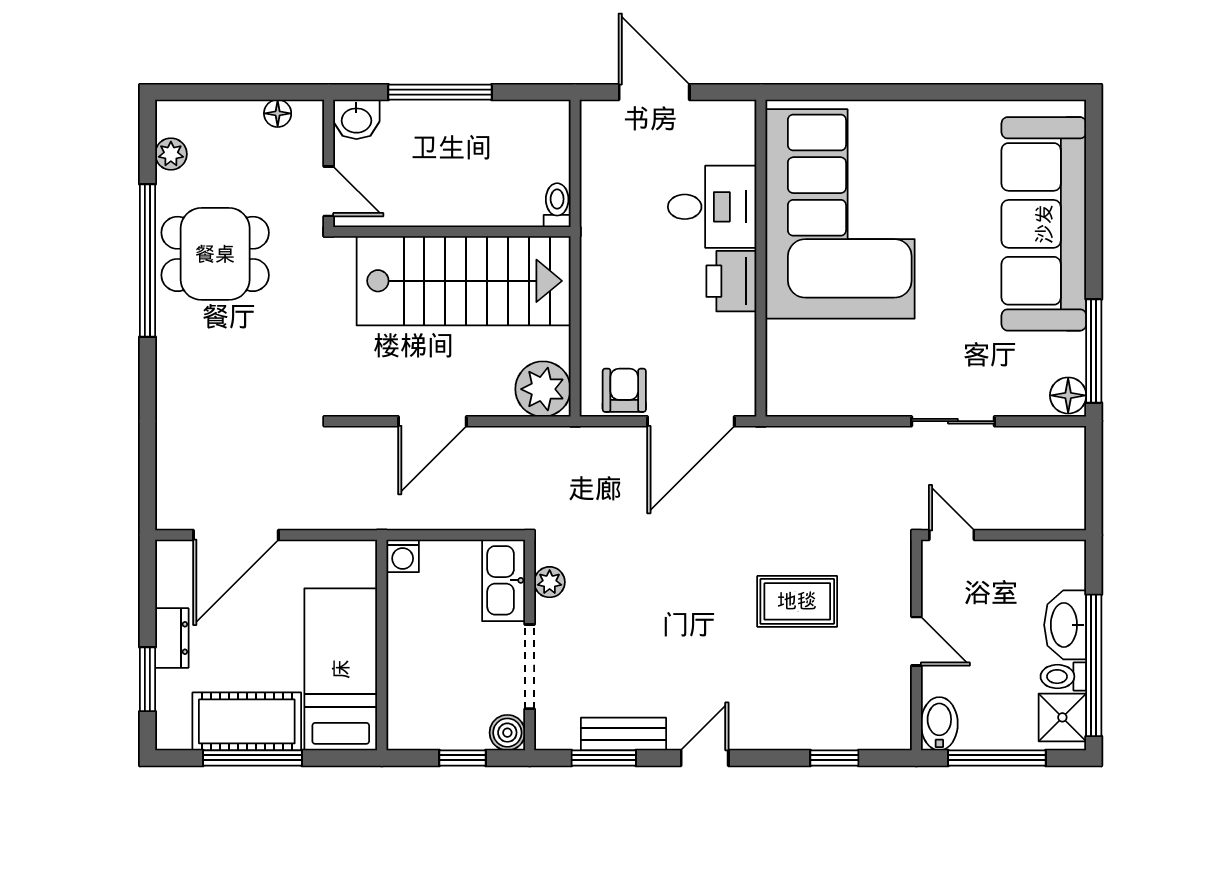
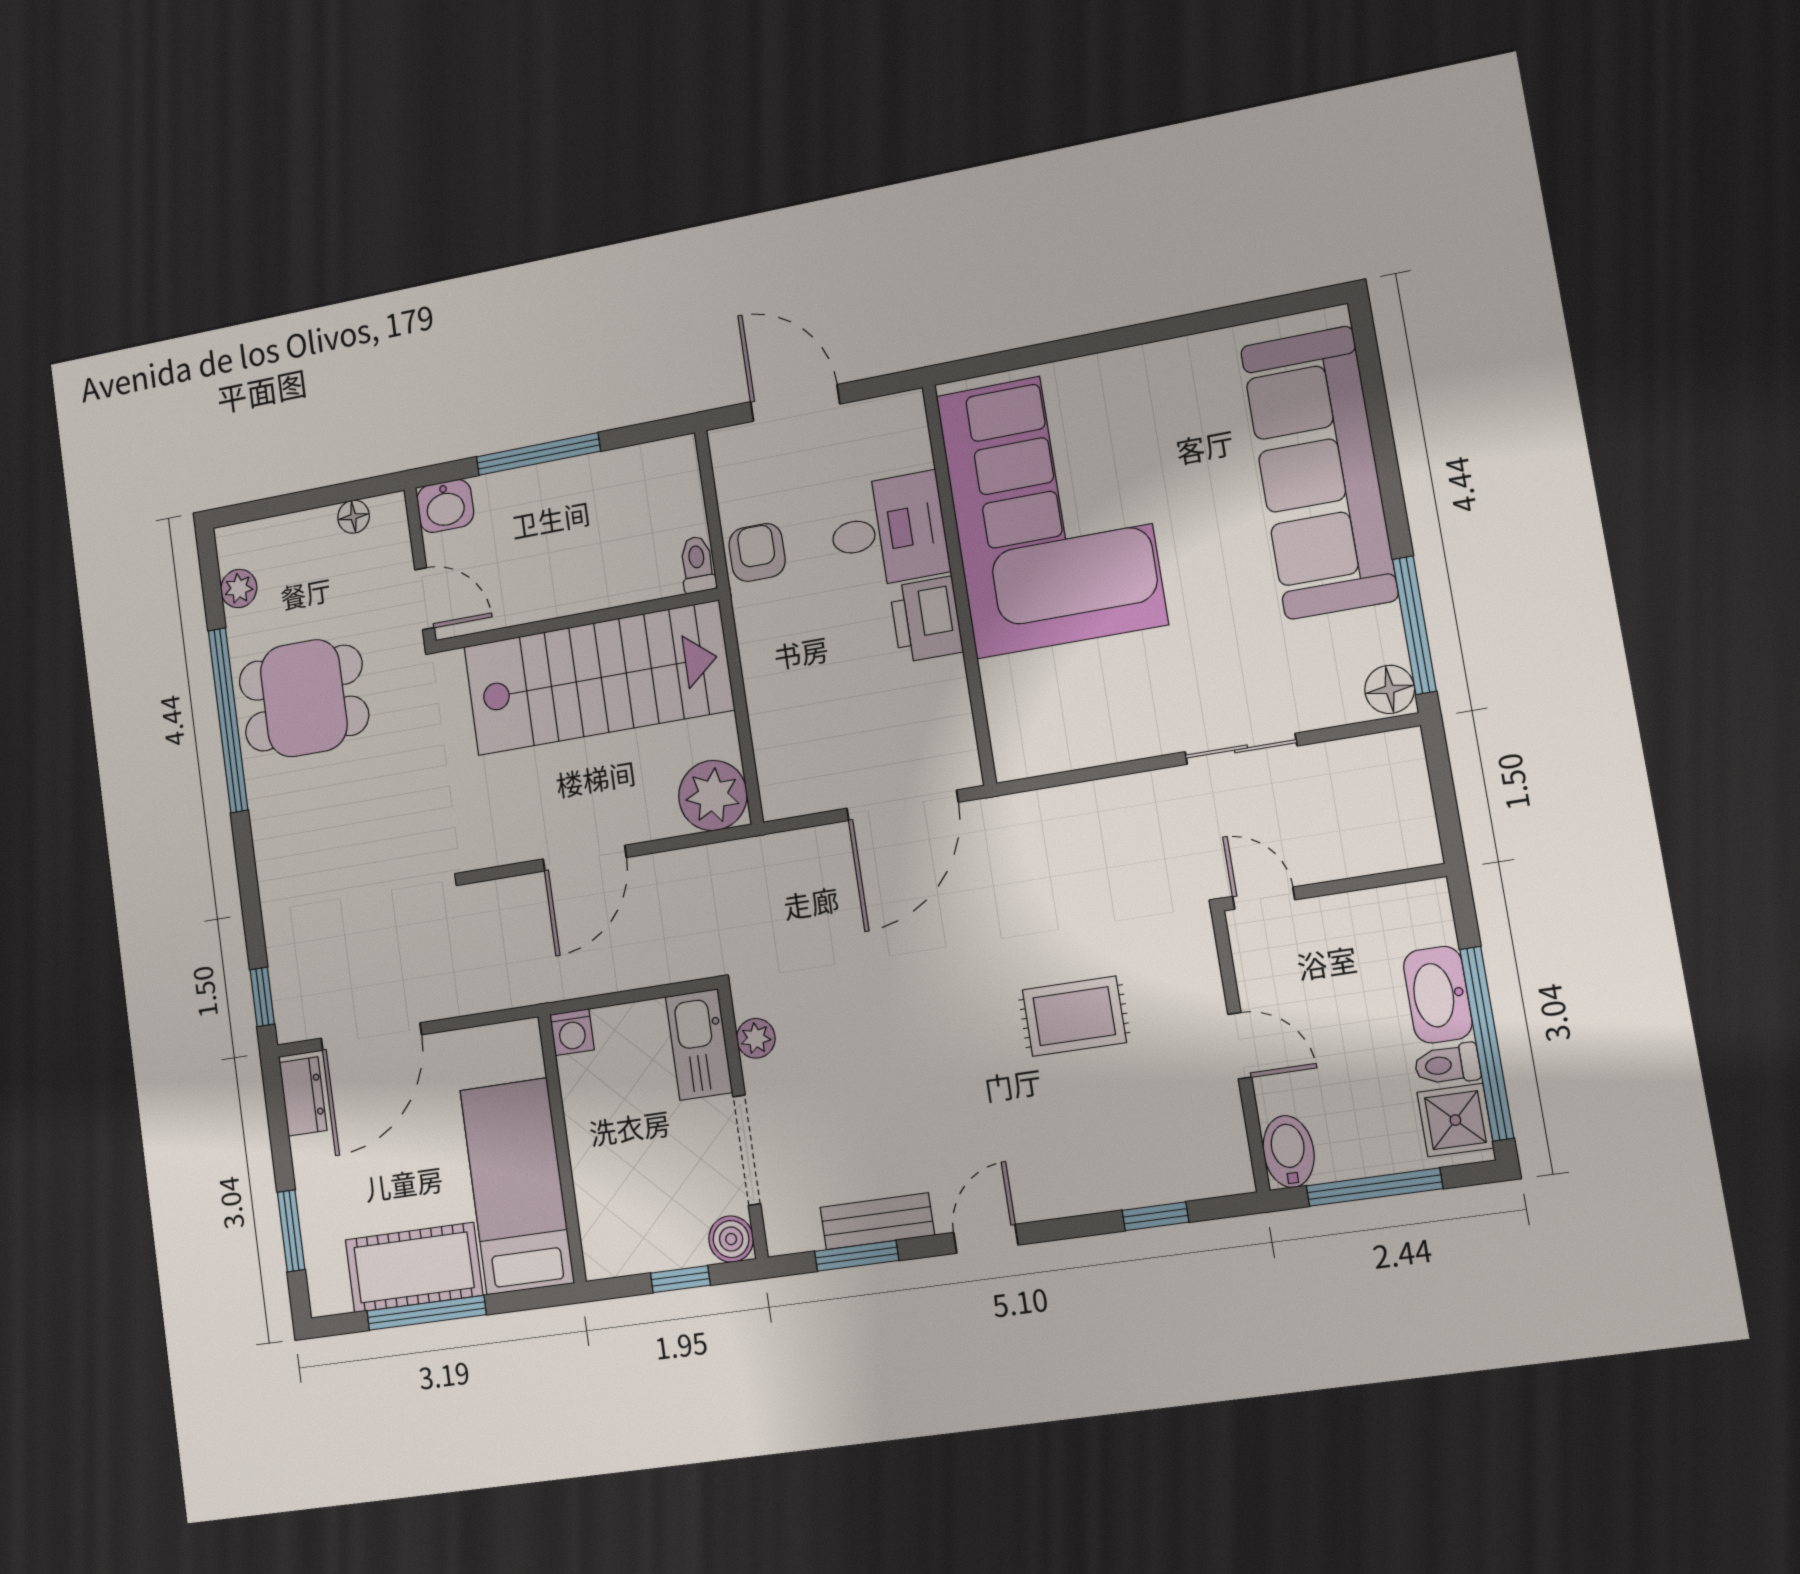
armchair: (624, 390) -> (757, 552), moved
window: (147, 490) -> (262, 997), added
dresser: (172, 638) -> (303, 1096), moved

